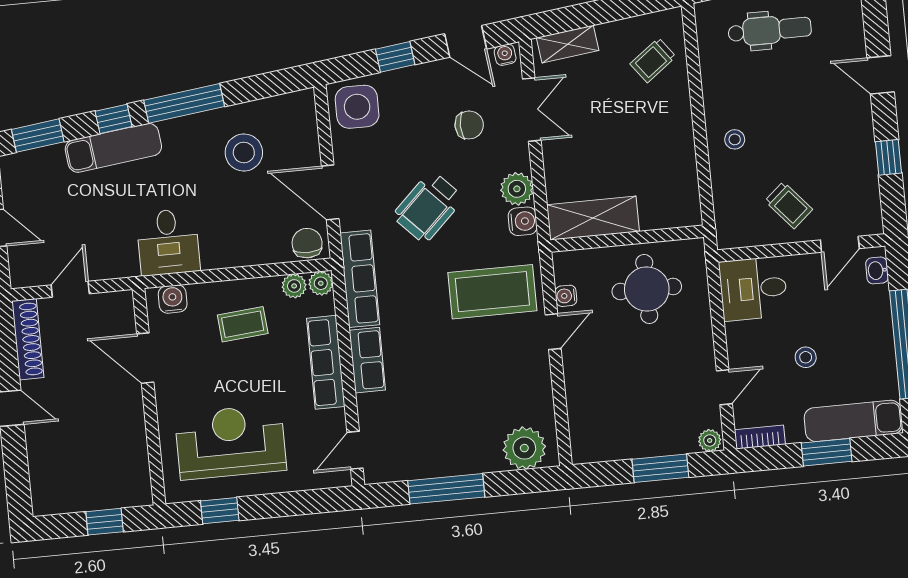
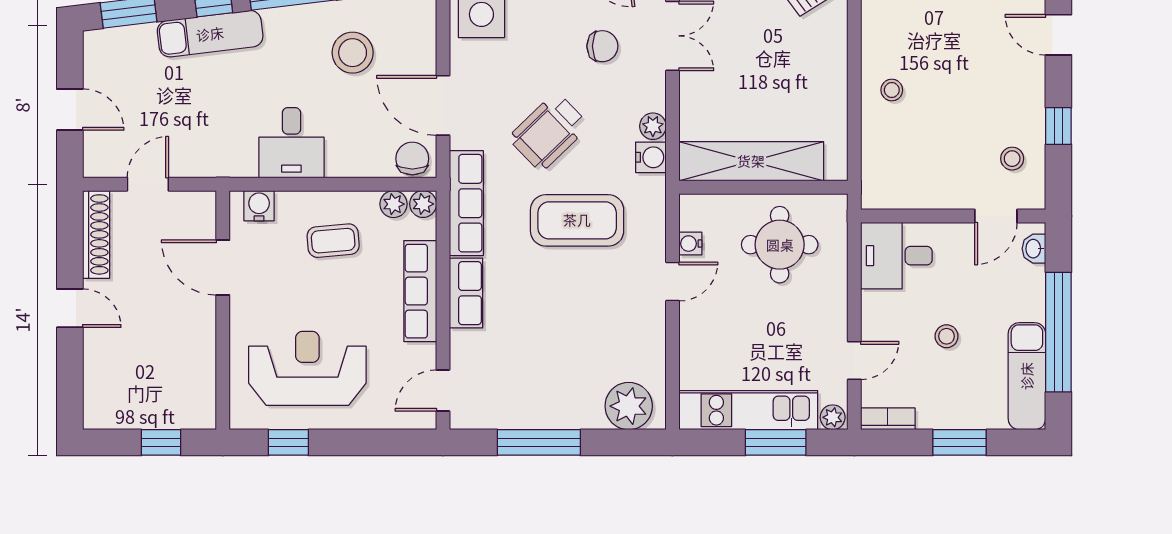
plant: (517, 189) -> (653, 126), width x0.73, depth x0.73
stool: (850, 191) -> (1012, 159), added
trolley: (789, 205) -> (944, 168), removed
shelving: (593, 218) -> (751, 161), width x1.47
desk: (168, 242) -> (291, 143), moved
coffee table: (492, 292) -> (577, 220), moved
exam couch: (853, 421) -> (1027, 376), moved, turned -90
kitchen unit: (633, 441) -> (748, 410), added

